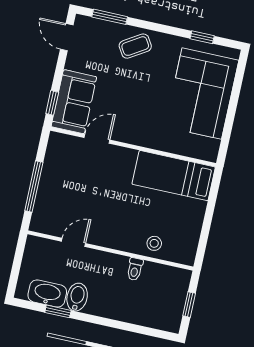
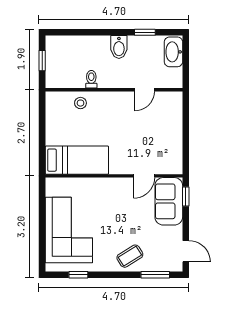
window: (34, 187) -> (186, 127), removed
washbasin: (47, 293) -> (173, 52), moved, turned 90
bidet: (77, 297) -> (119, 47), moved

